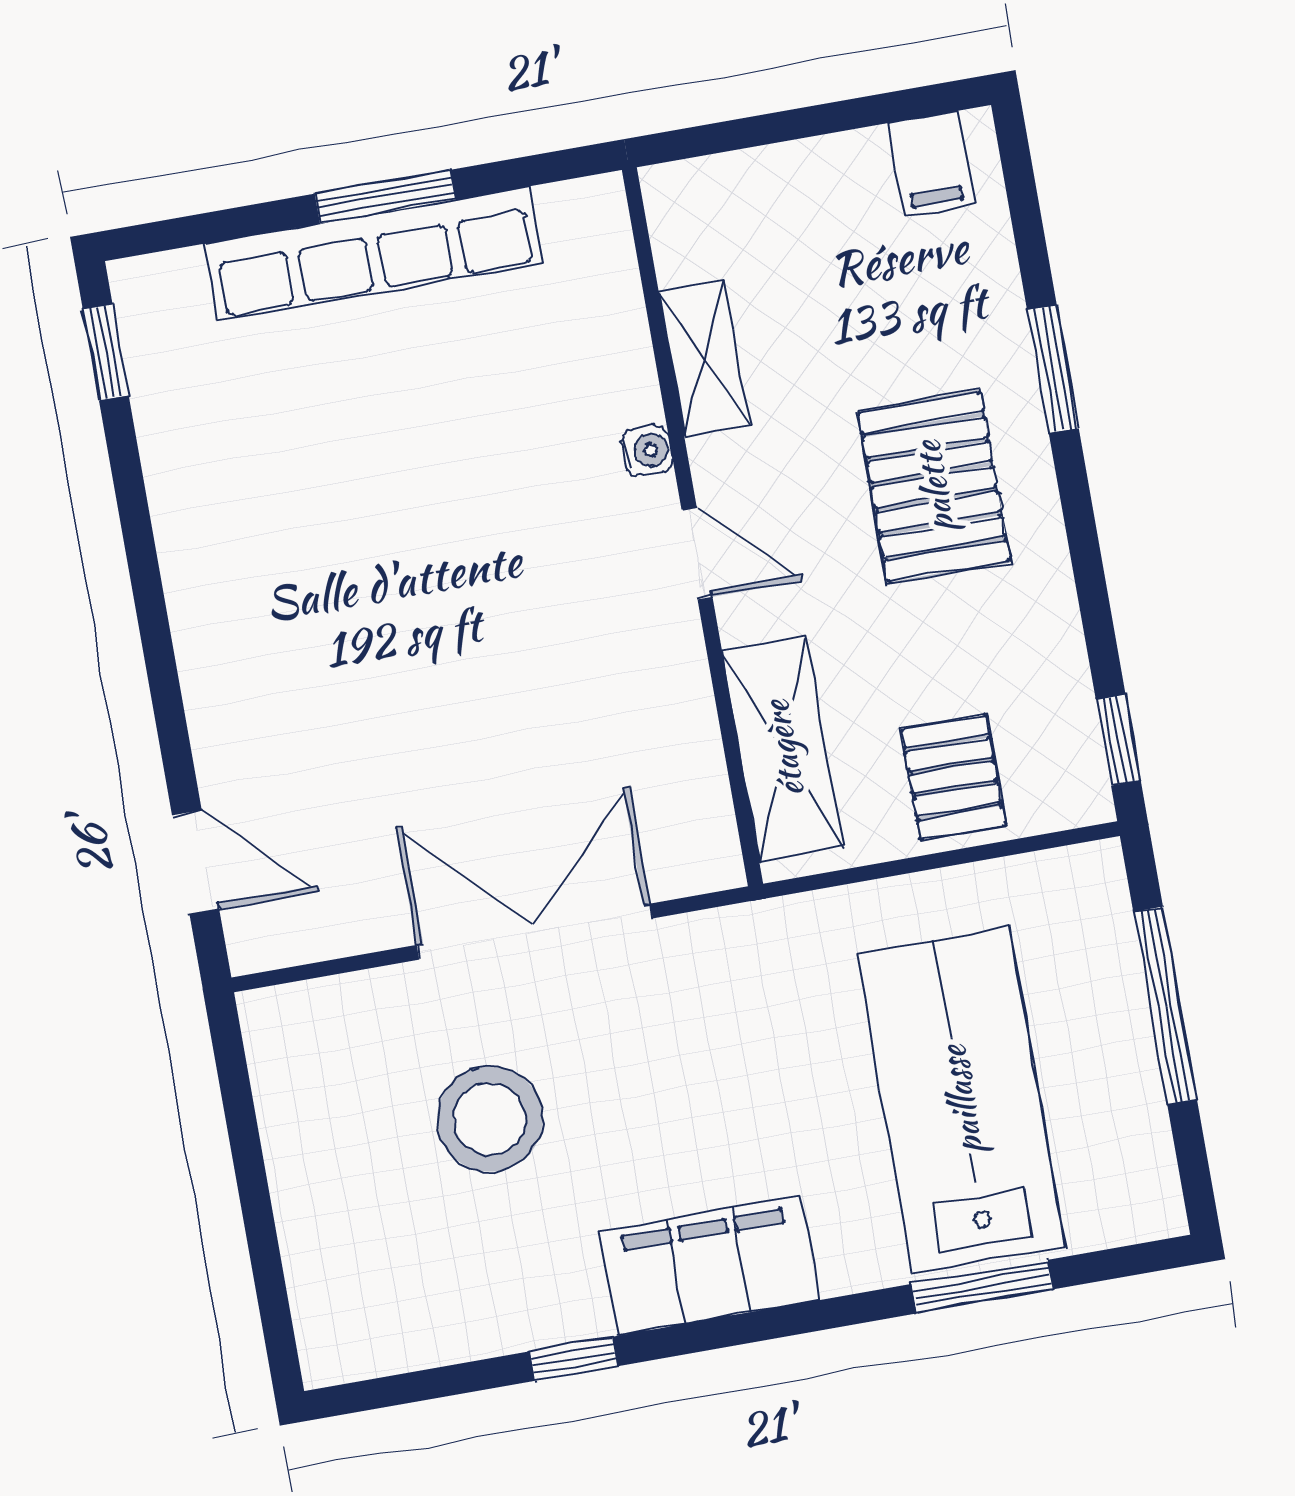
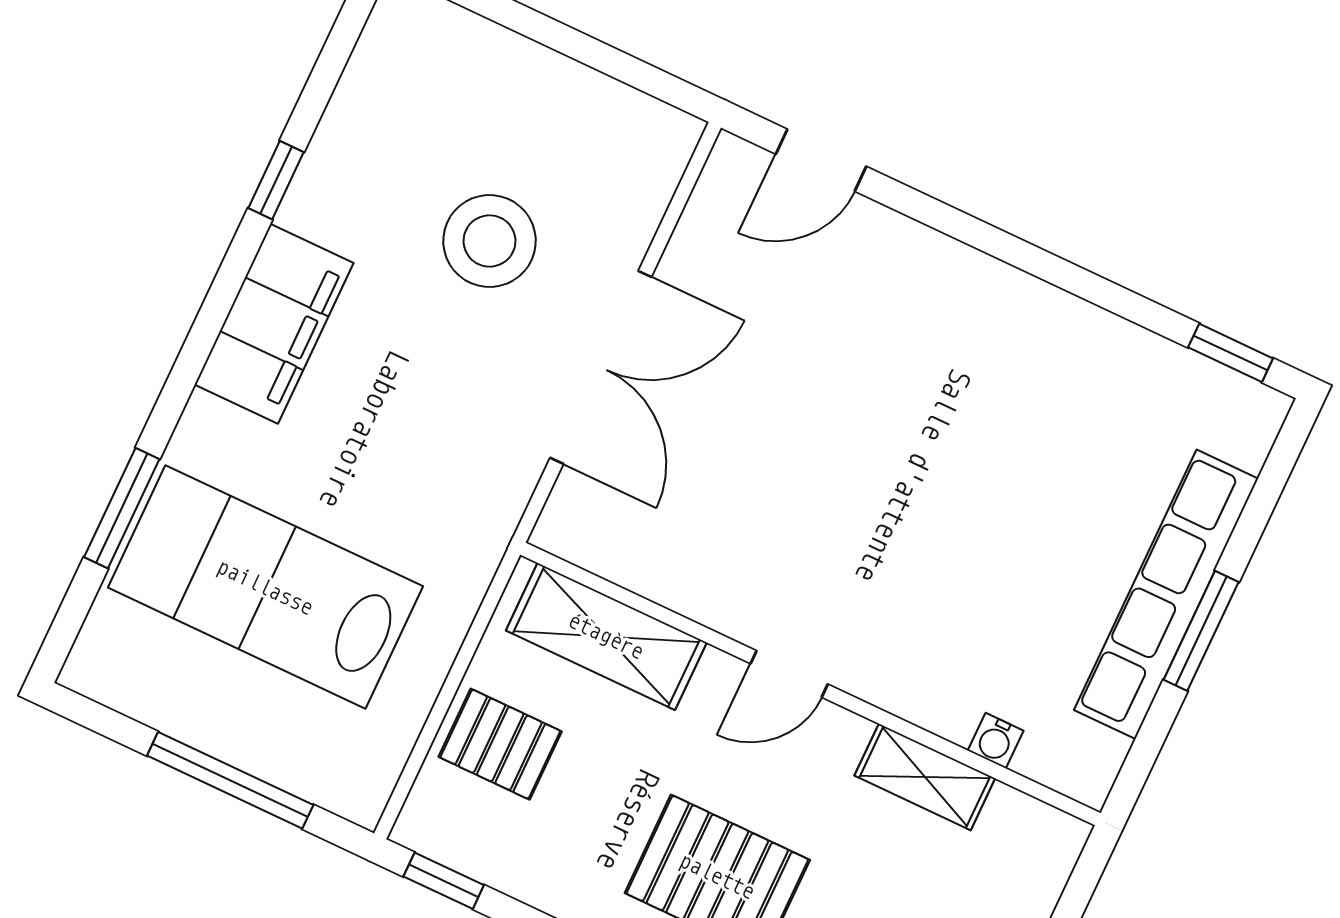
water cooler: (647, 451) -> (996, 741), moved
lab bench: (961, 1100) -> (265, 587), turned 180

